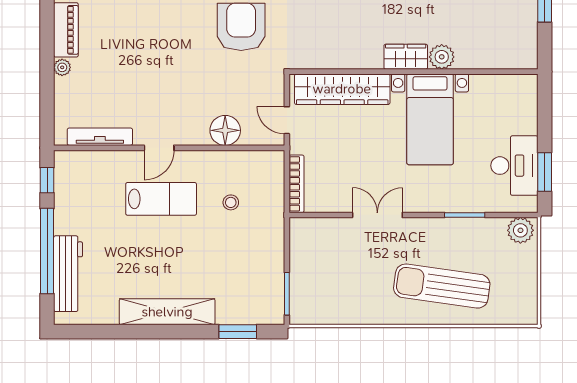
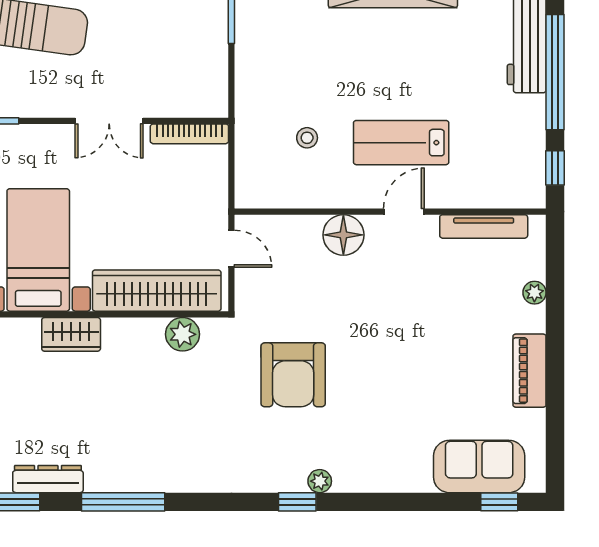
plant: (442, 57) -> (182, 334), moved
plant: (62, 67) -> (534, 293), moved
floor lamp: (225, 130) -> (343, 235), moved
bookcase: (296, 184) -> (189, 134), moved, turned -90

